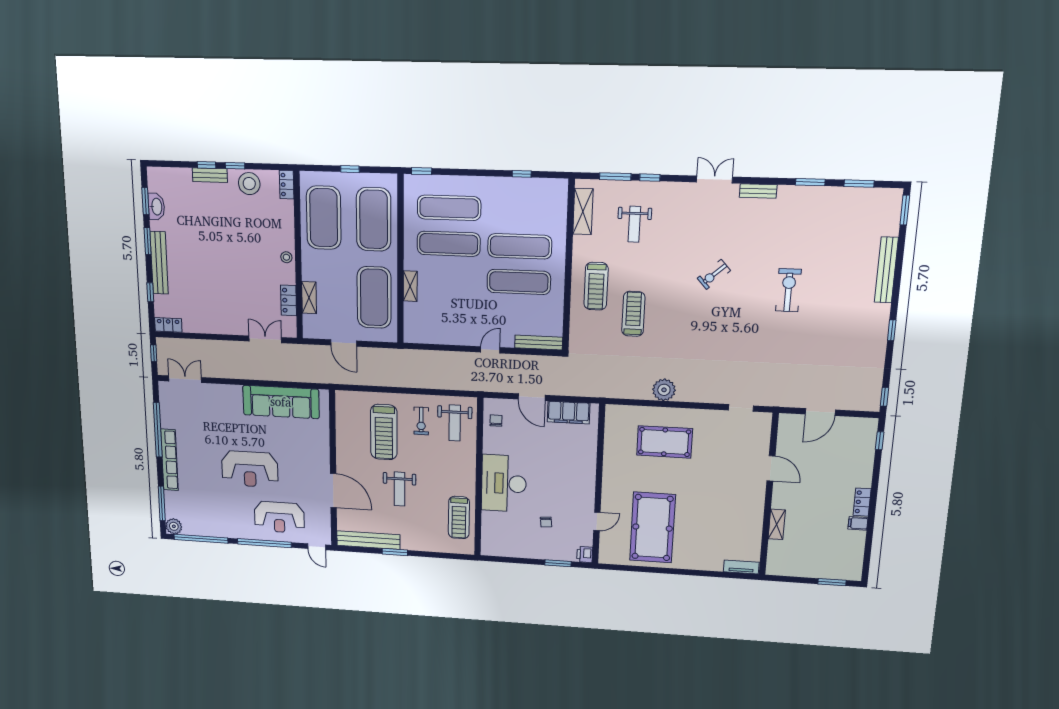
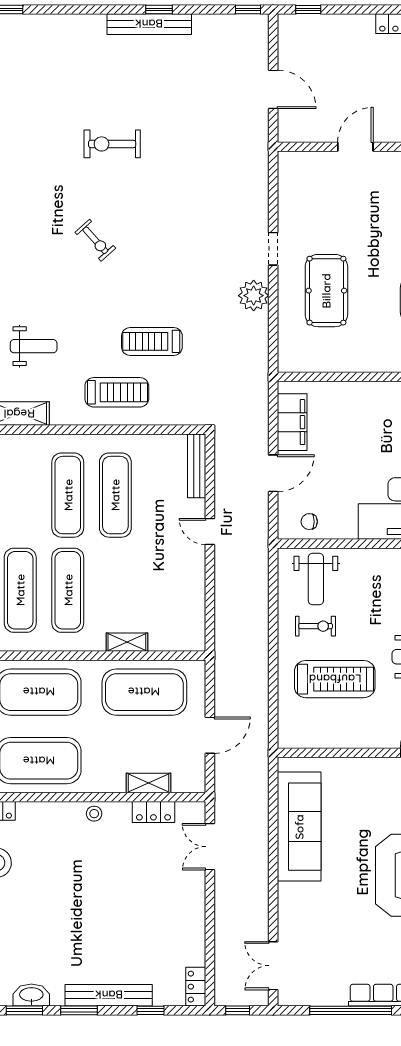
bench: (886, 270) -> (149, 24), moved
doorway: (741, 408) -> (273, 249), moved
weight bench: (455, 423) -> (316, 579), turned 90

